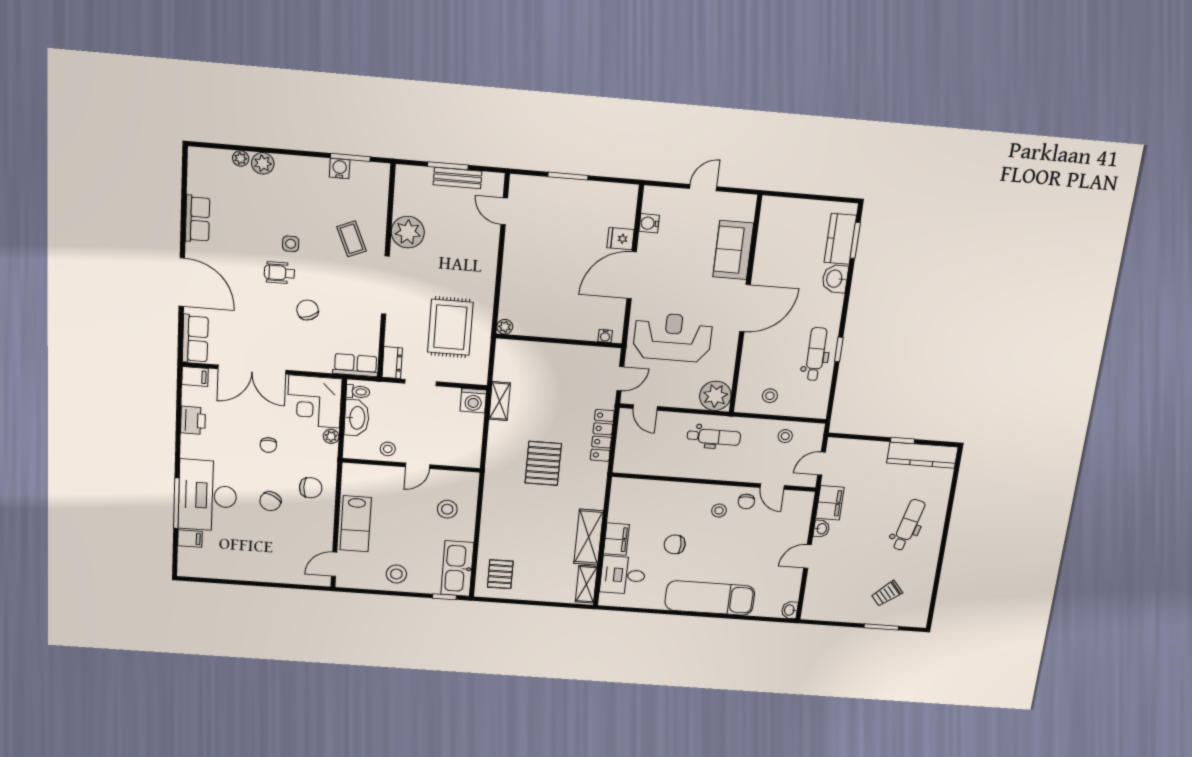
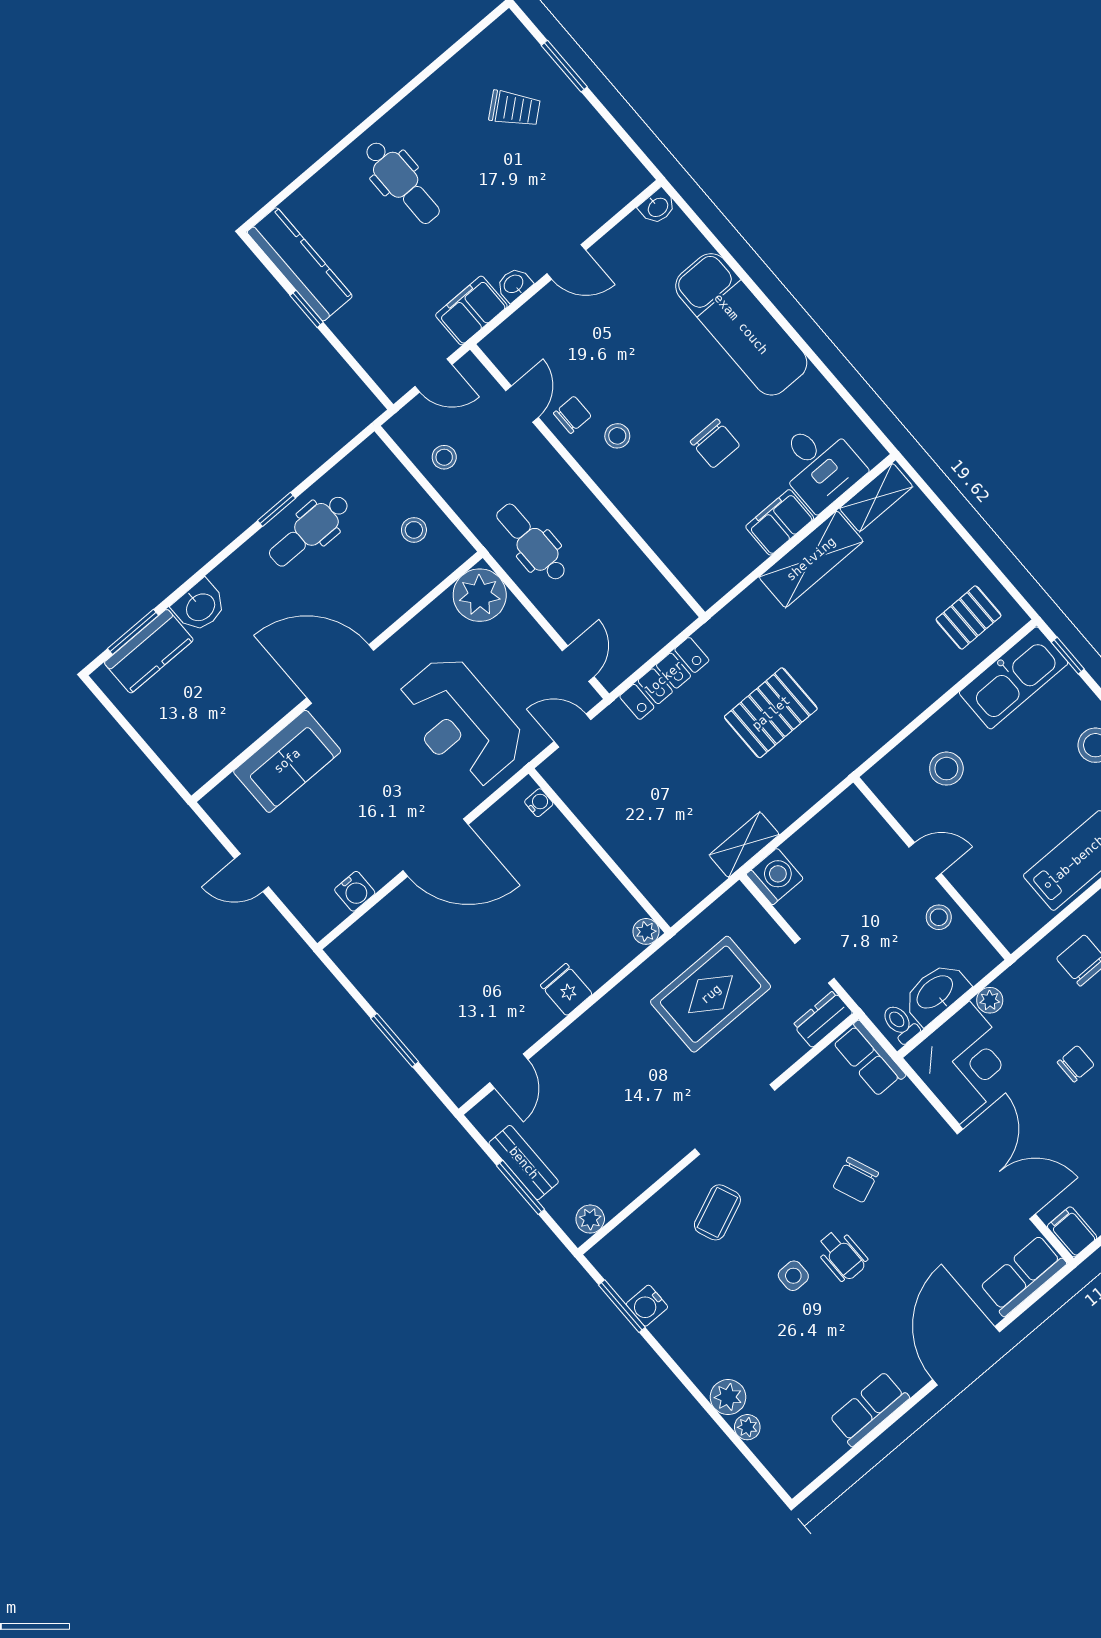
plant: (408, 232) -> (590, 1219), moved, width x0.53, depth x0.53
fridge: (621, 239) -> (566, 990), moved, turned 180
dental chair: (908, 525) -> (402, 182), turned -104

